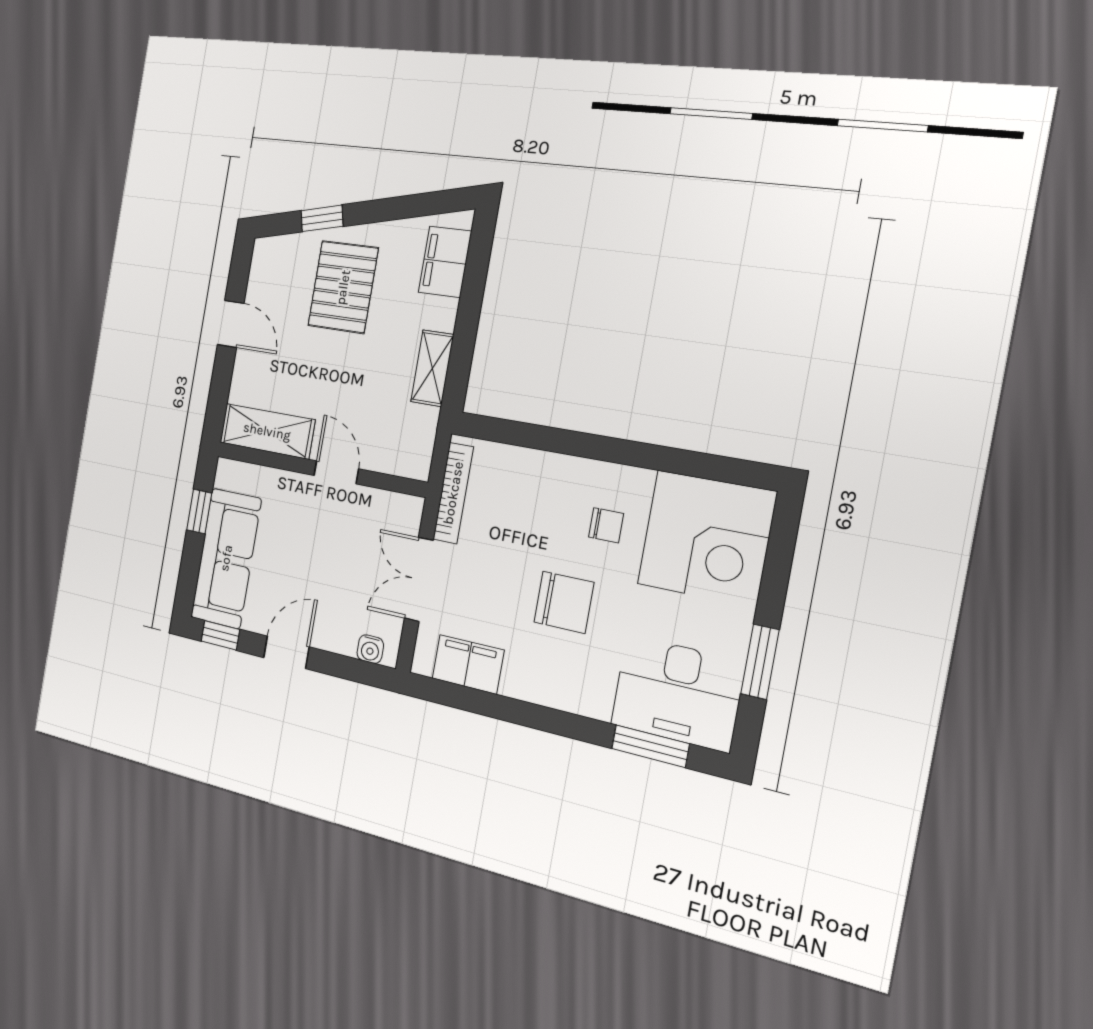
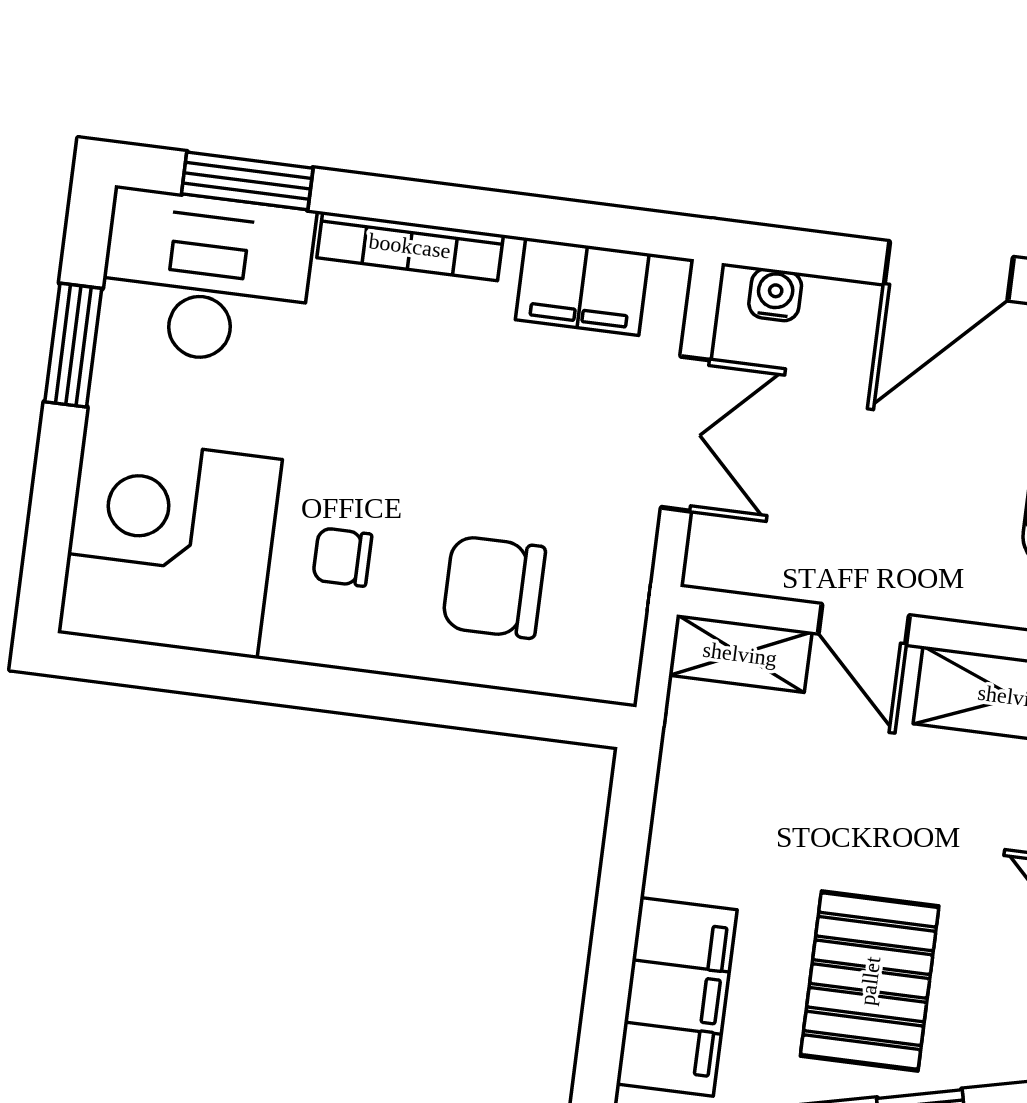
filing cabinet: (445, 262) -> (677, 997), width x1.50, depth x1.17
shelving: (432, 368) -> (740, 654), moved, turned 90
bookcase: (453, 493) -> (410, 246), moved, turned -90
chair: (564, 602) -> (494, 587), moved
door: (286, 652) -> (949, 271), width x1.38

